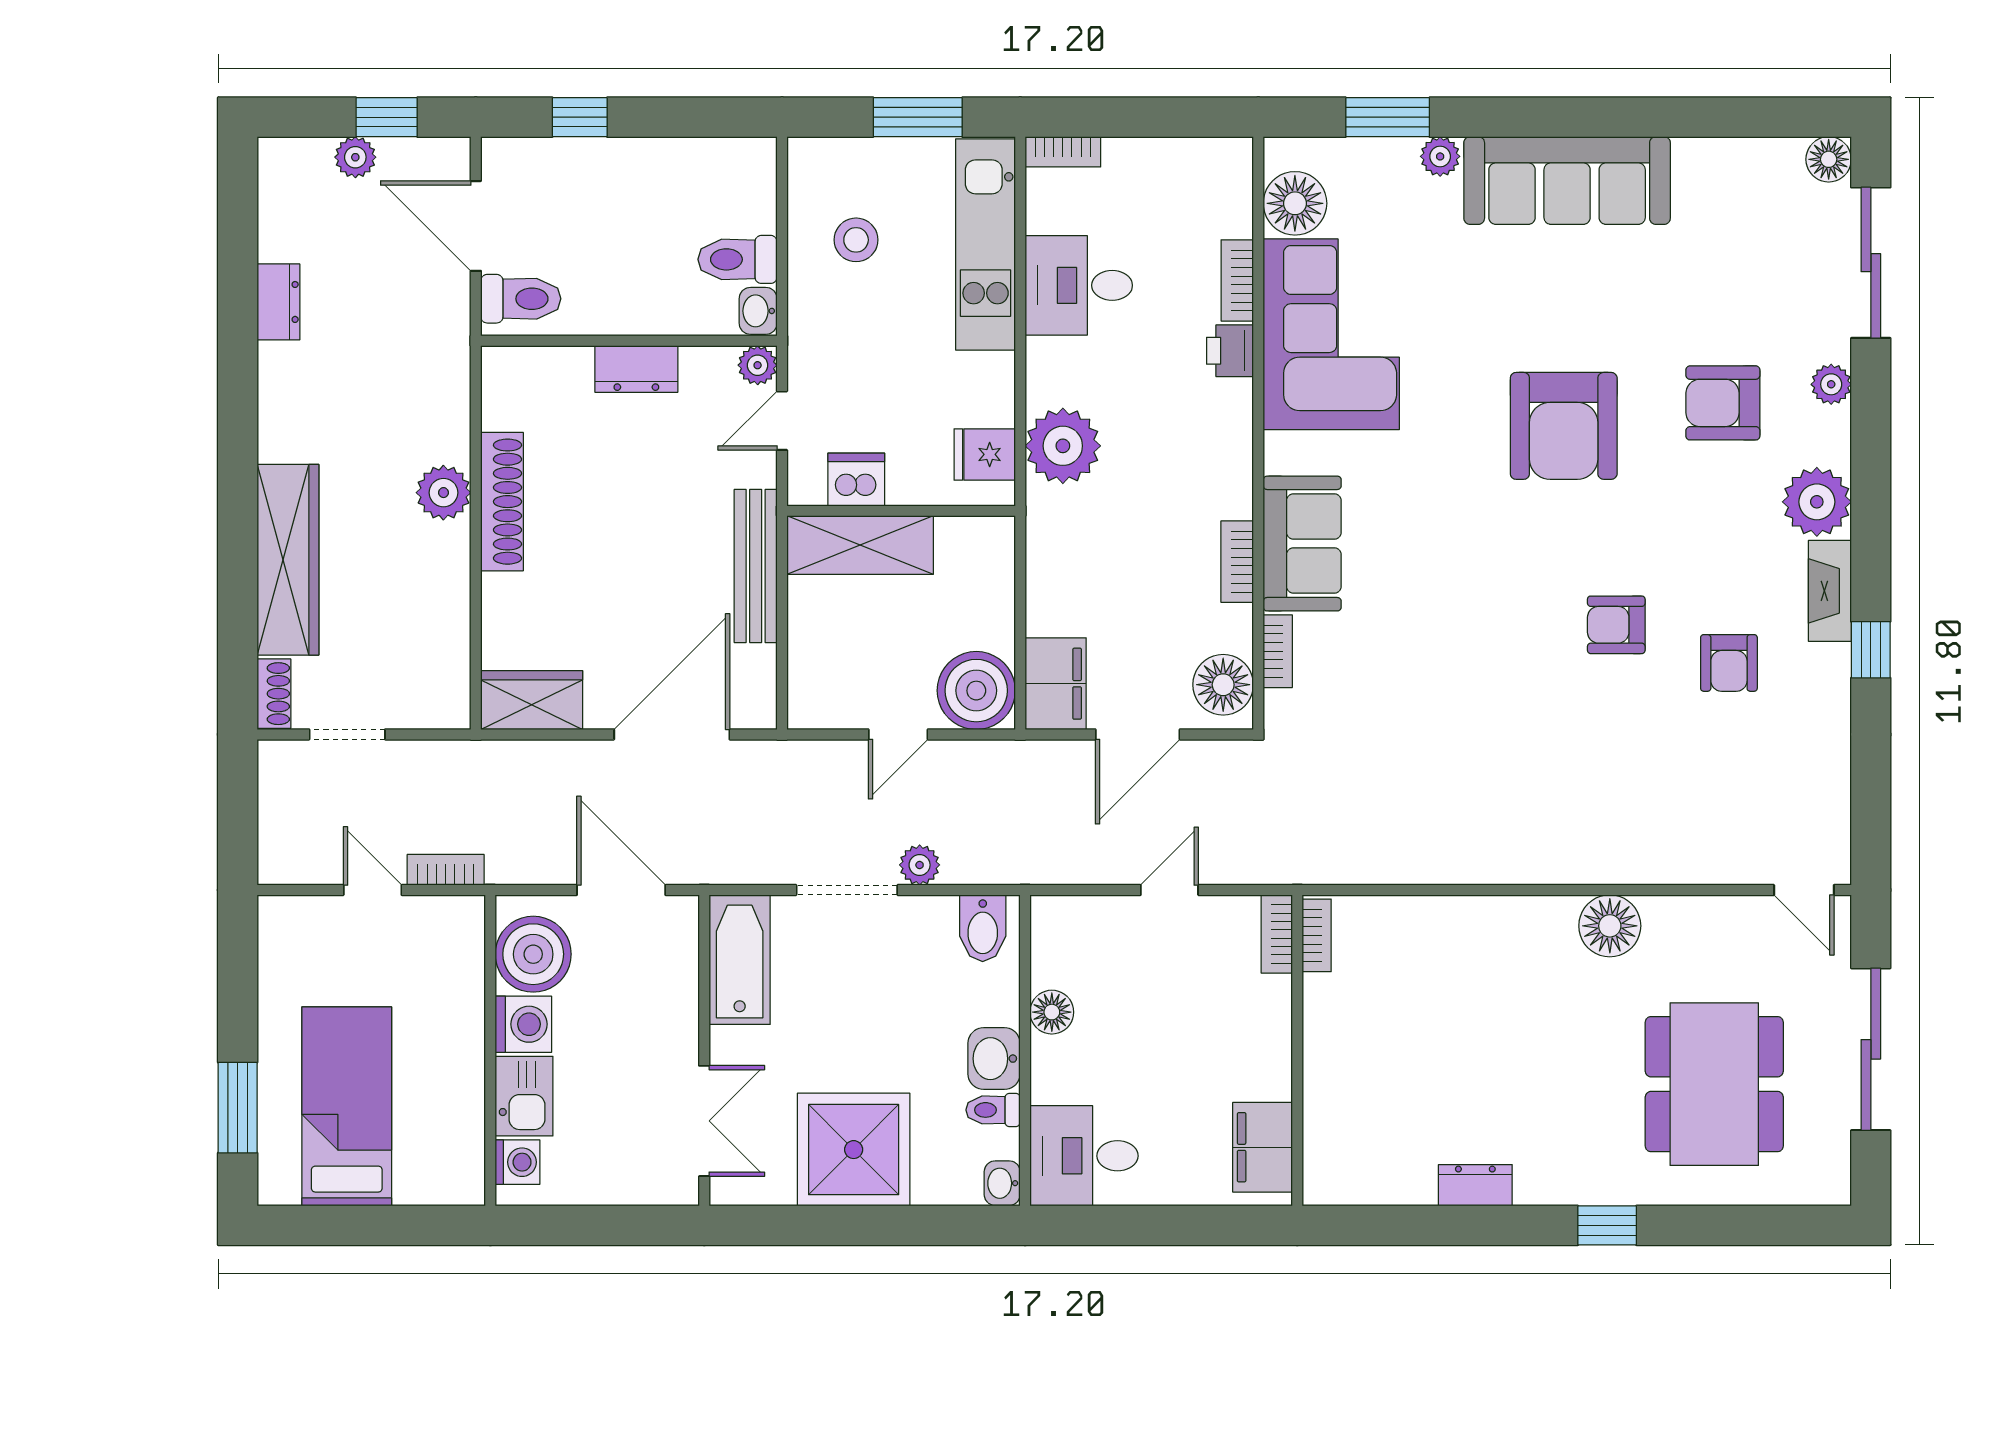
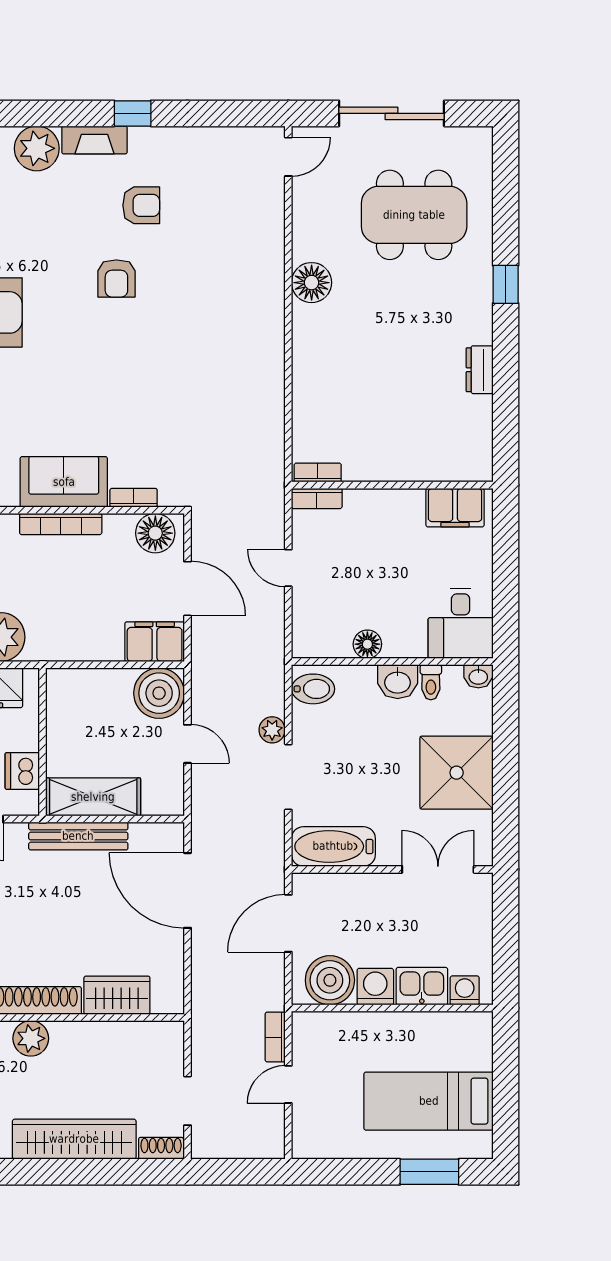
shelving: (860, 545) -> (93, 797), moved, turned 90
bookcase: (1237, 562) -> (61, 524), width x1.56
wardrobe: (532, 700) -> (117, 995), moved, turned 90

